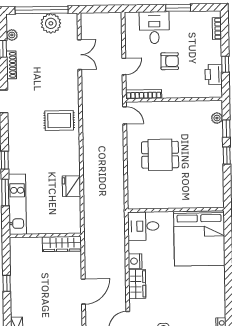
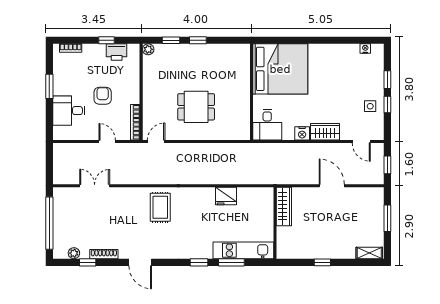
plant: (51, 23) -> (63, 214), removed
plant: (217, 118) -> (148, 49), moved
dining table: (160, 155) -> (196, 107), turned 90

